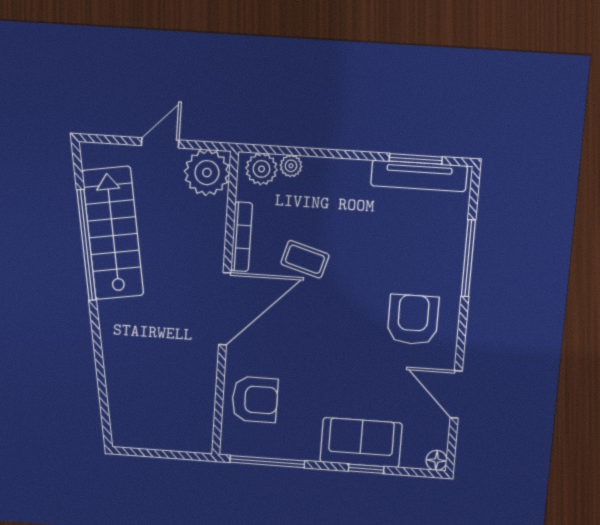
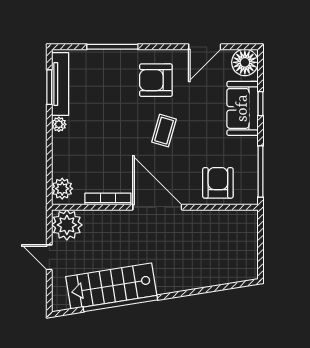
plant: (291, 166) -> (59, 124), moved
coffee table: (305, 259) -> (164, 131), moved
floor lamp: (437, 460) -> (245, 62), width x1.89, depth x1.89

